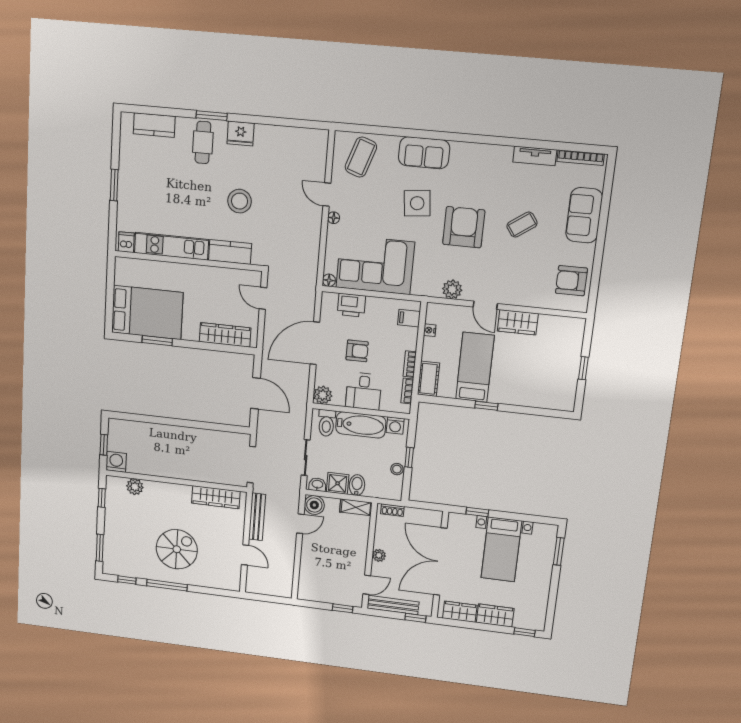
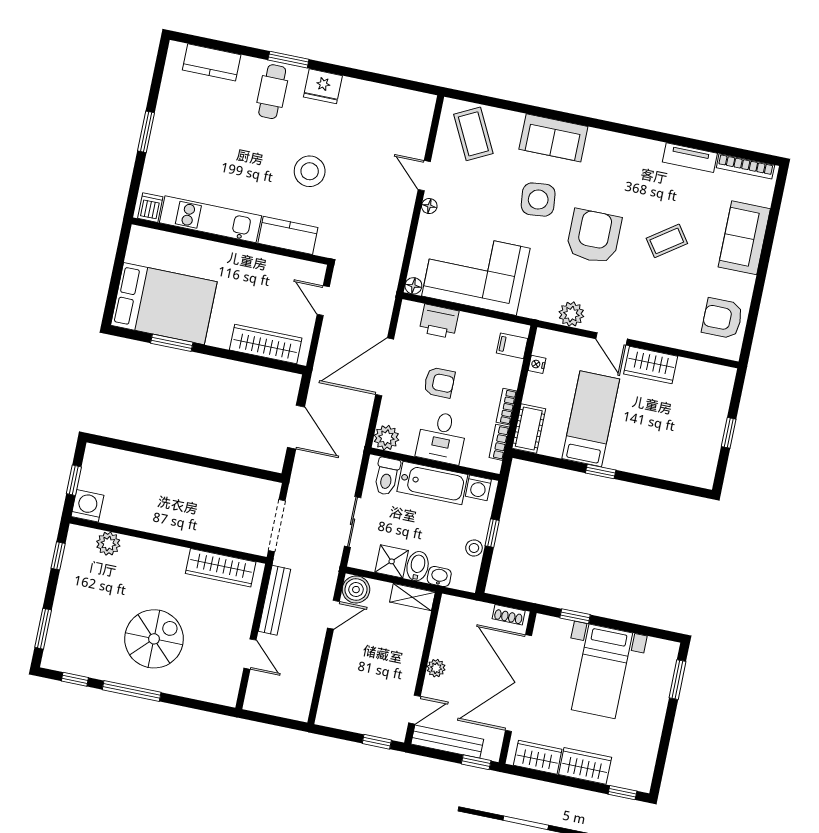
coffee table: (361, 157) -> (473, 134), turned -46
washbasin: (317, 485) -> (439, 577), moved
shoe rack: (392, 510) -> (509, 615), moved

